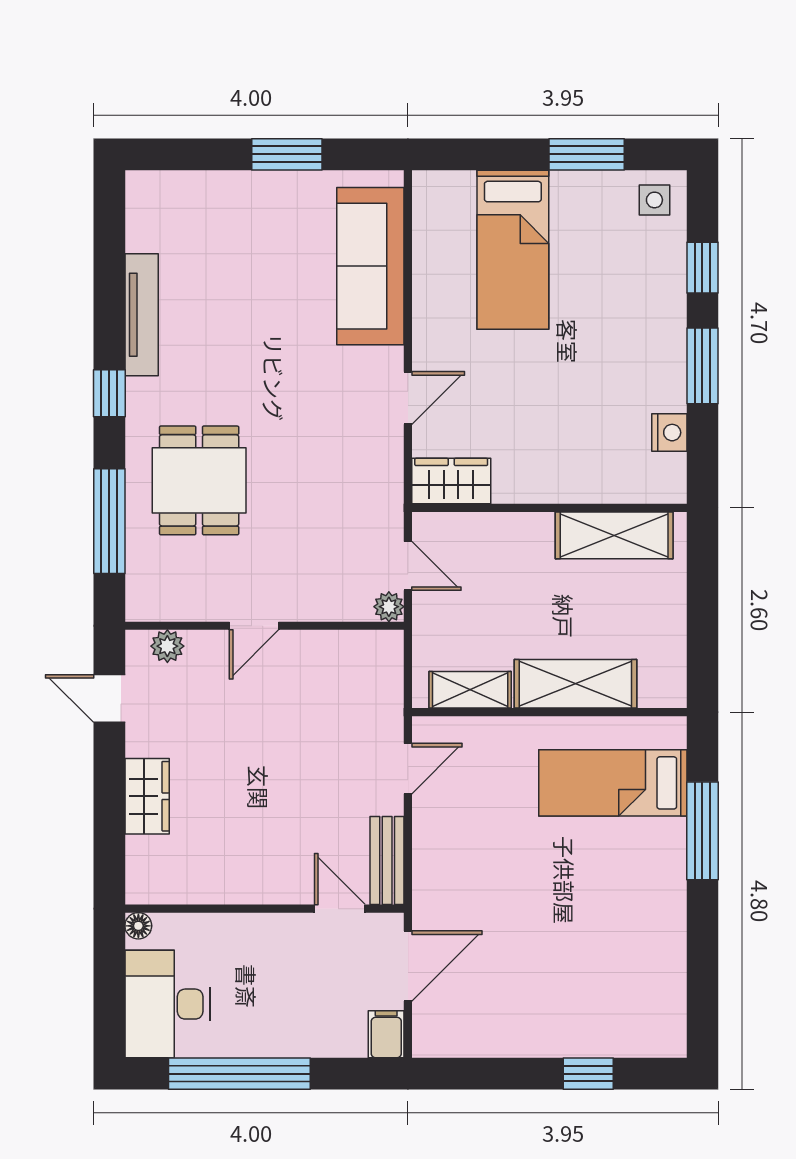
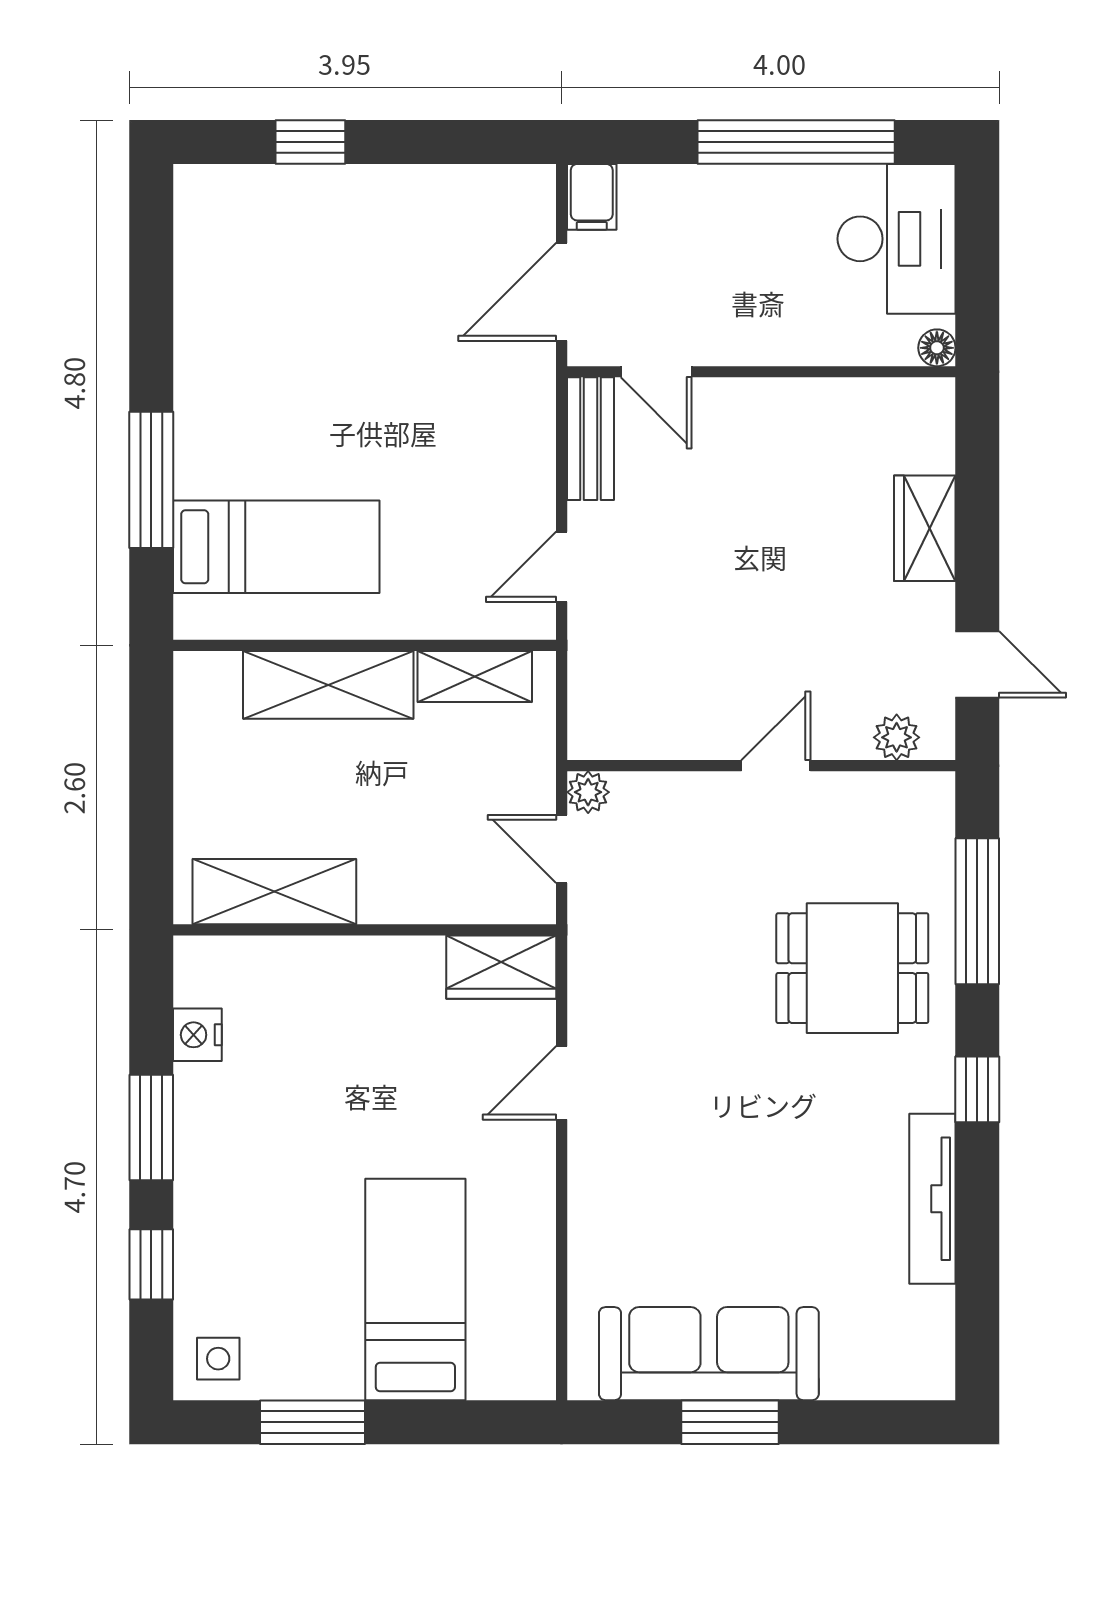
sofa: (370, 266) -> (709, 1354), moved, turned -90
dining table: (199, 480) -> (852, 968), turned 90

